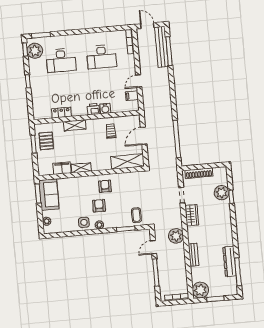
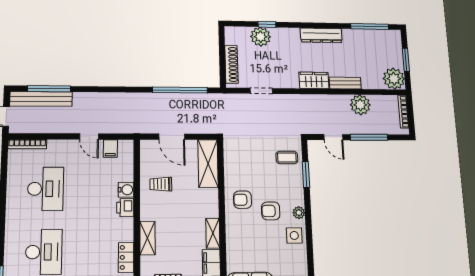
wardrobe: (192, 215) -> (314, 80), moved
plant: (176, 236) -> (360, 105), moved
dresser: (230, 261) -> (321, 35), moved

